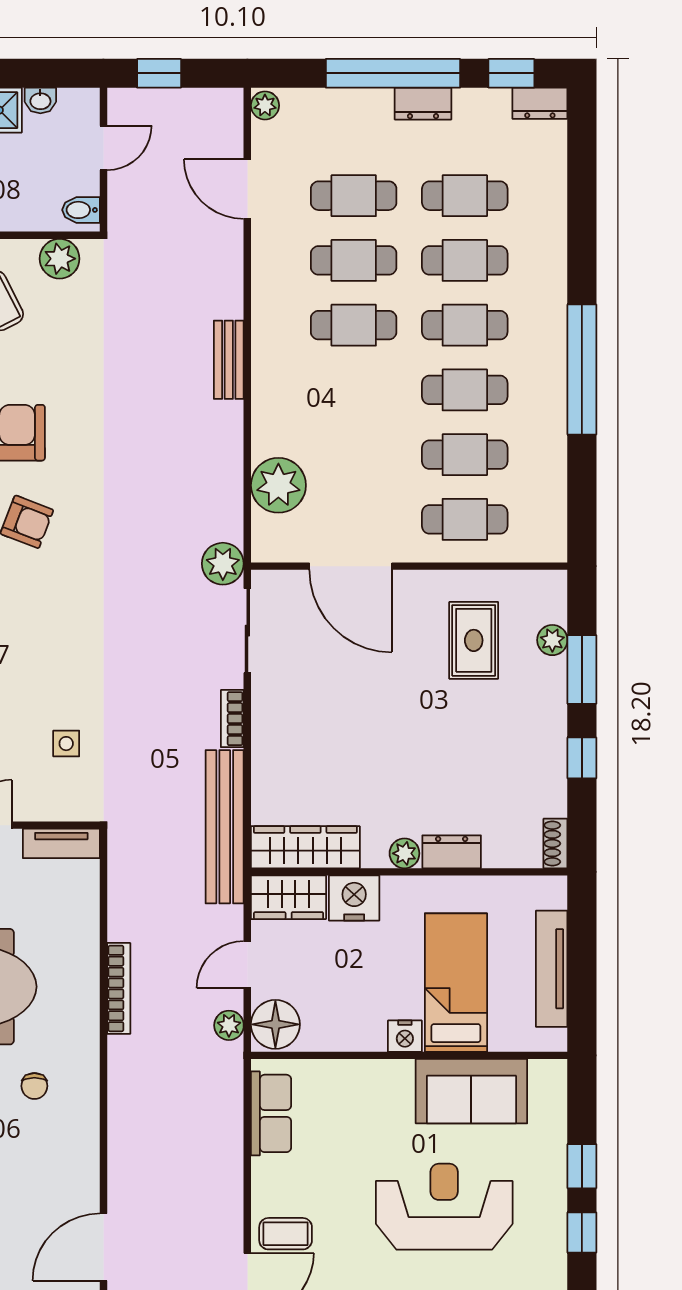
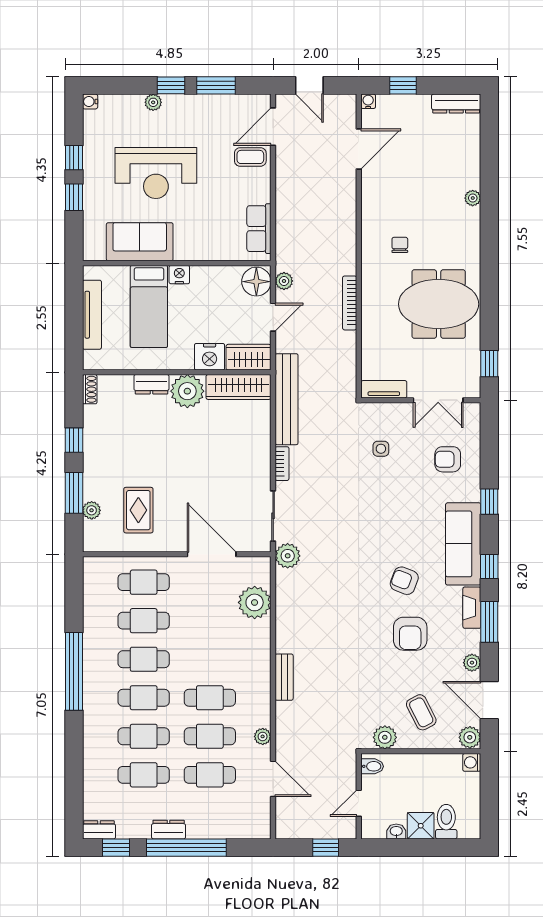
plant: (265, 105) -> (263, 736), moved
plant: (404, 853) -> (187, 391), width x1.88, depth x1.88

